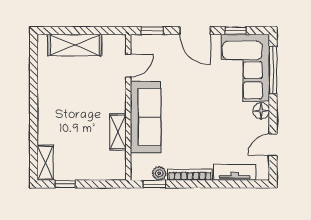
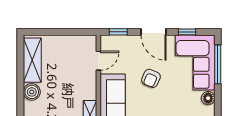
shelving: (75, 45) -> (32, 60), moved, turned 90
armchair: (192, 87) -> (151, 78), added
boiler: (47, 103) -> (32, 92), added

